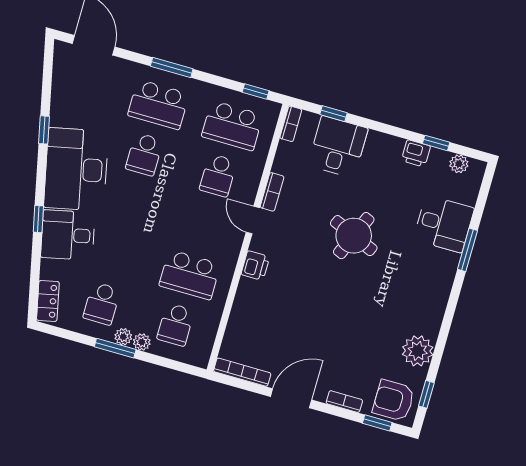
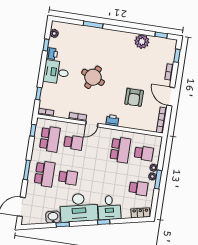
washbasin: (63, 111) -> (53, 217), added
desk: (338, 147) -> (56, 72), moved
desk: (444, 224) -> (82, 37), removed
armchair: (394, 400) -> (134, 97), moved

